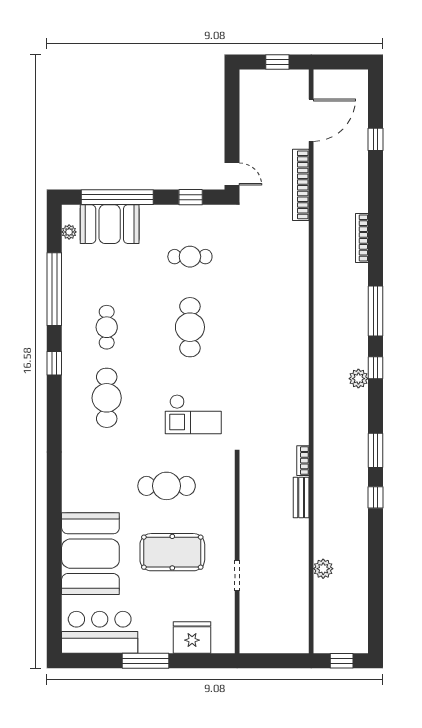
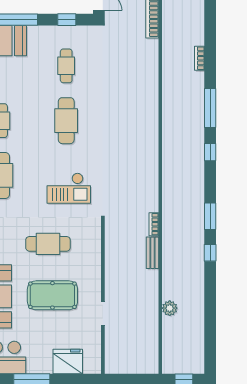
bookcase: (362, 238) -> (200, 58), width x0.64
cafe table: (190, 257) -> (66, 66), turned 90
plant: (358, 379) -> (197, 160), removed

